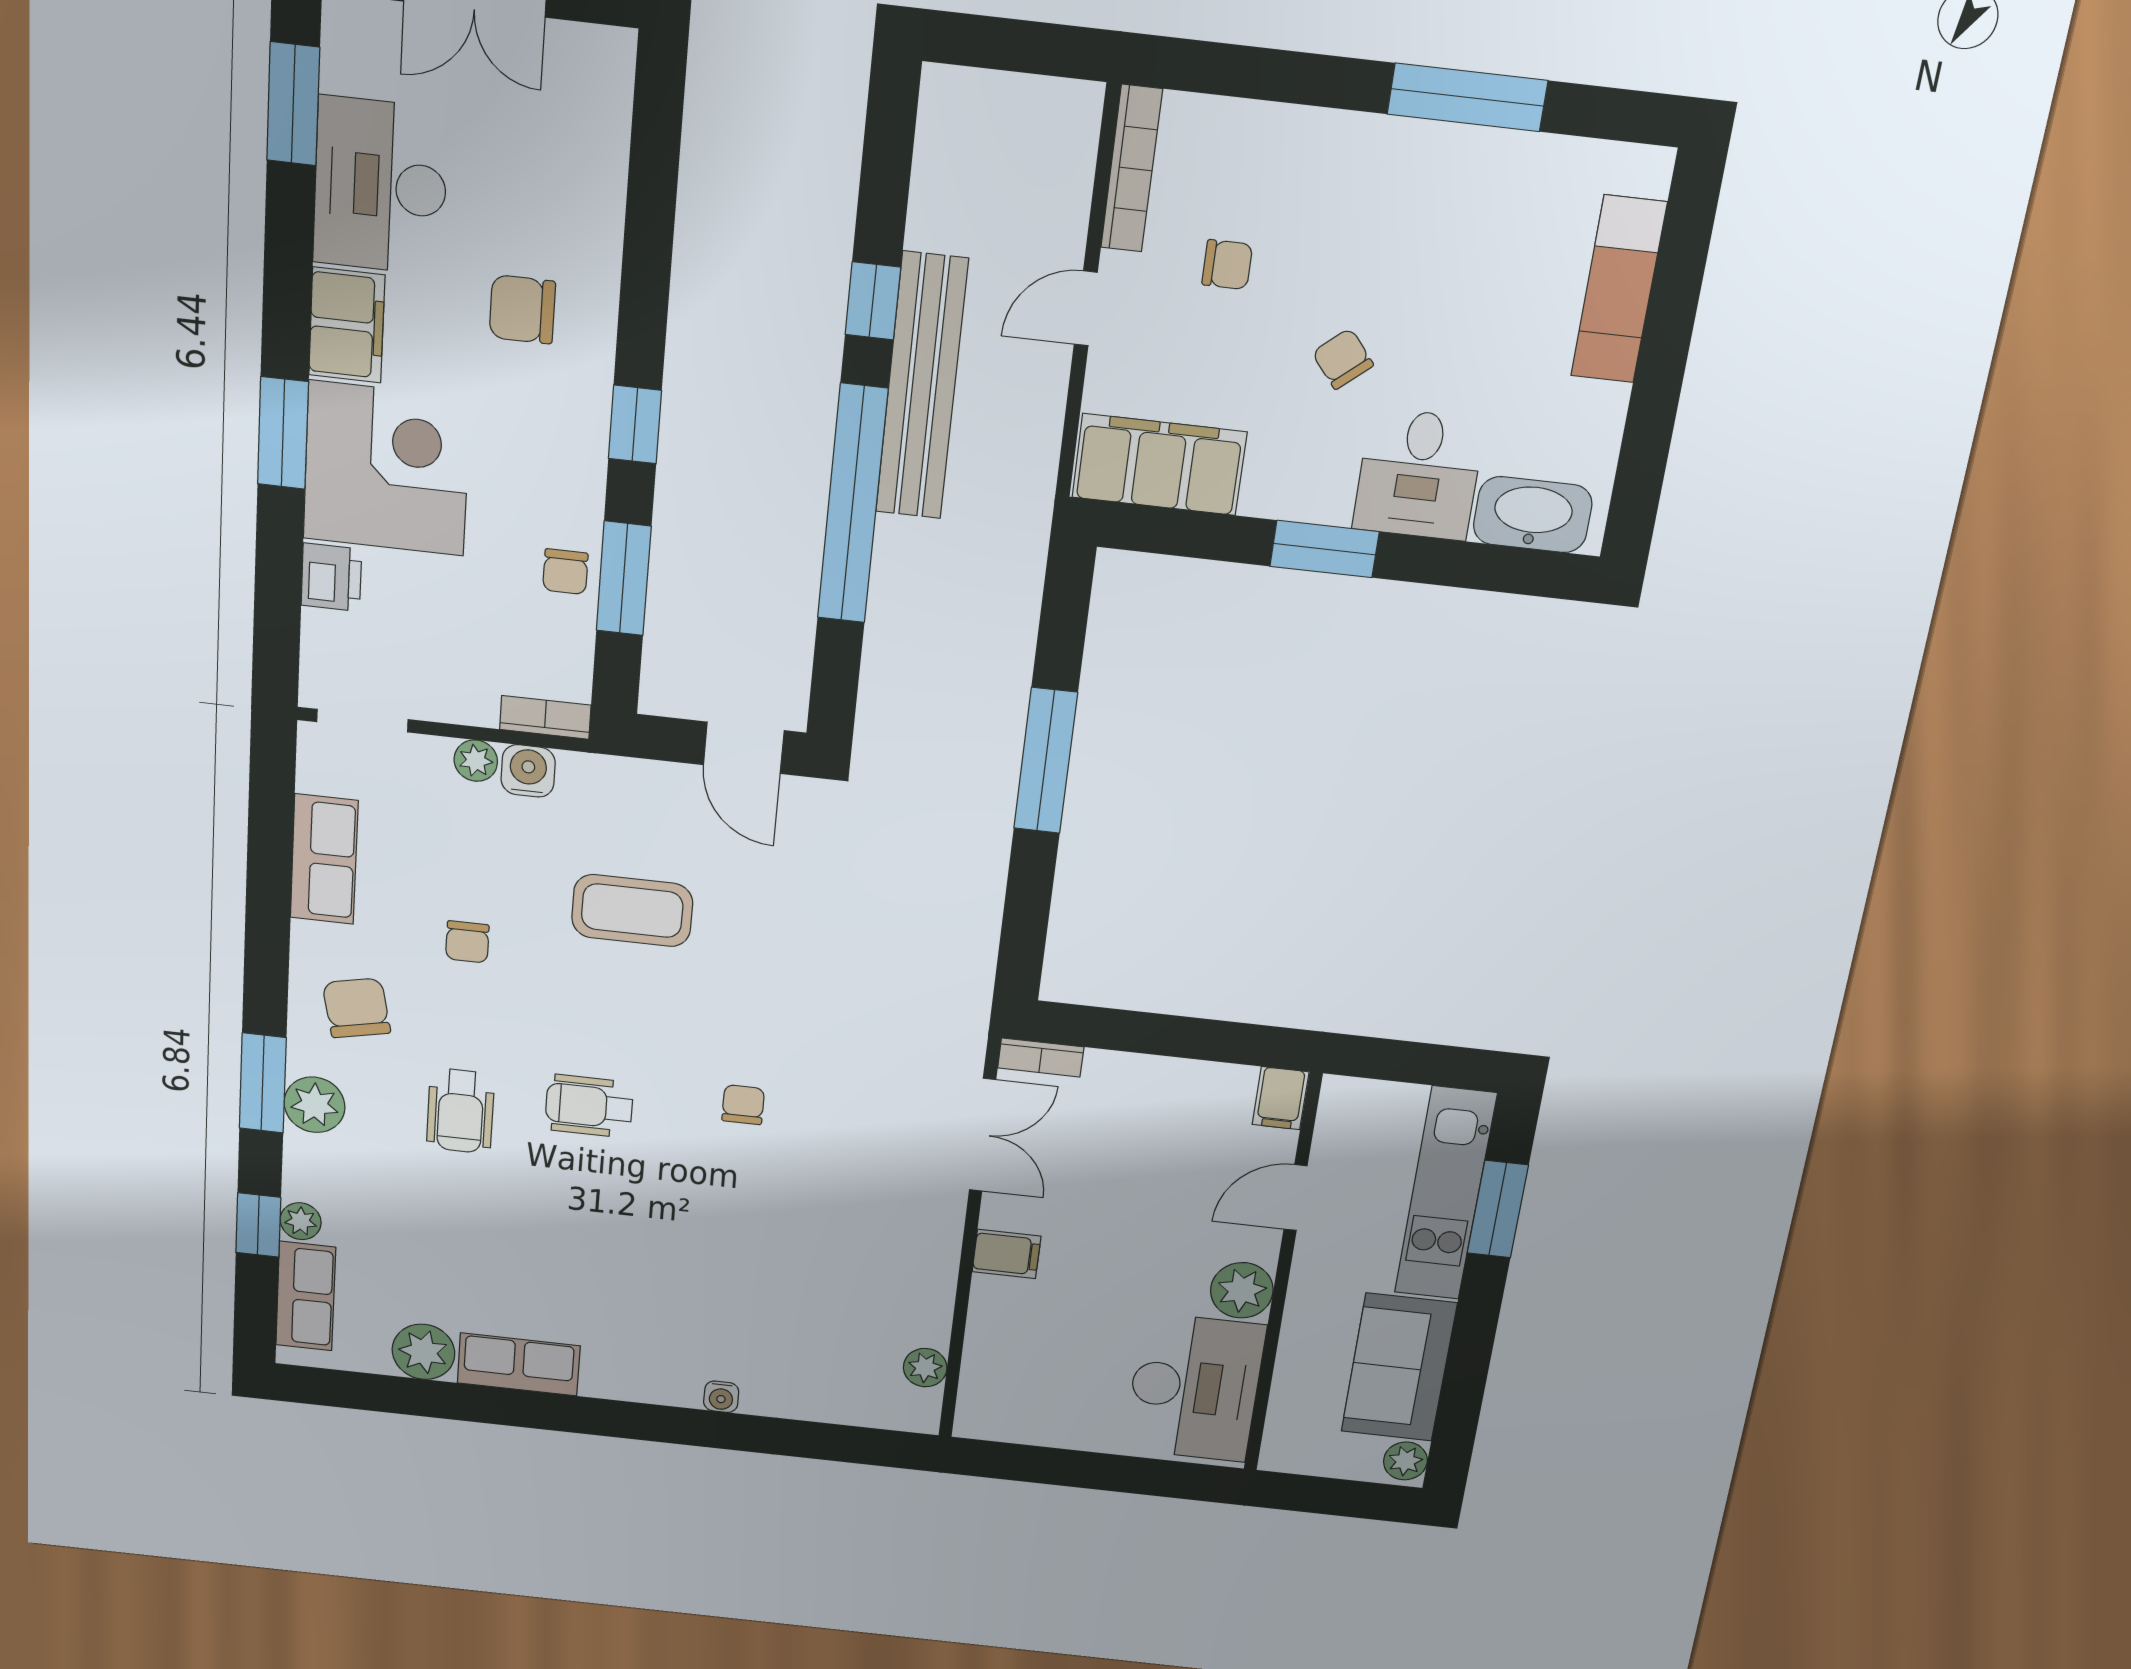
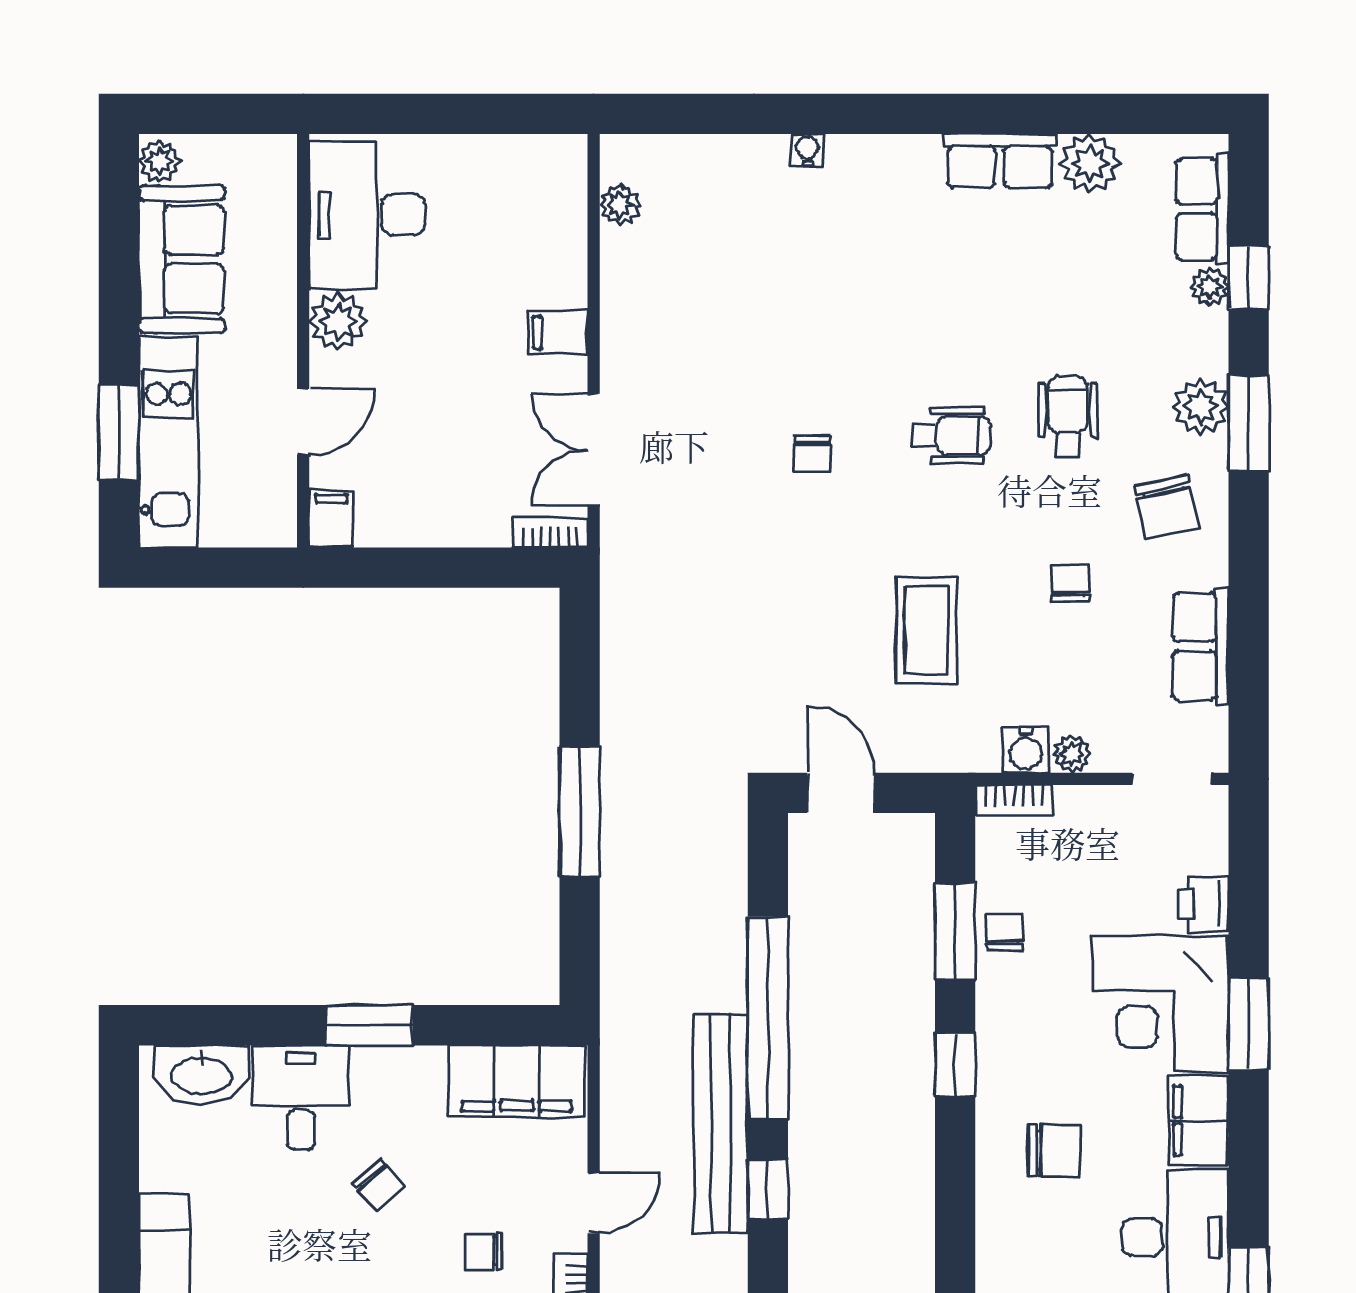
coffee table: (632, 911) -> (926, 630), turned 90

